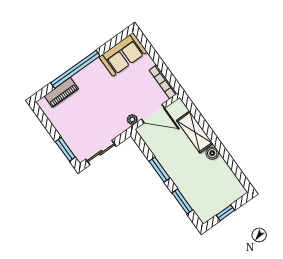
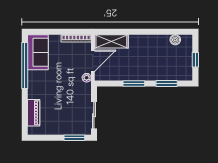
window: (75, 69) -> (25, 66), moved
shelving: (195, 132) -> (111, 41), moved
boiler: (212, 153) -> (175, 40), moved

